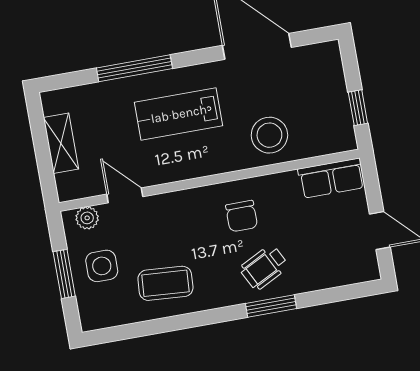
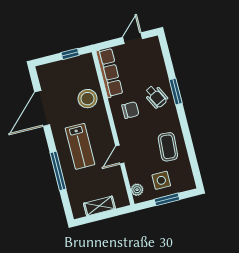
row of seats: (331, 178) -> (109, 73), width x1.48
door: (125, 195) -> (120, 155), moved

